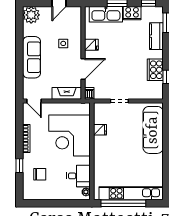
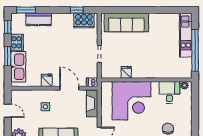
cooker: (155, 70) -> (84, 21), moved
kitchen unit: (131, 193) -> (186, 35), width x0.73

